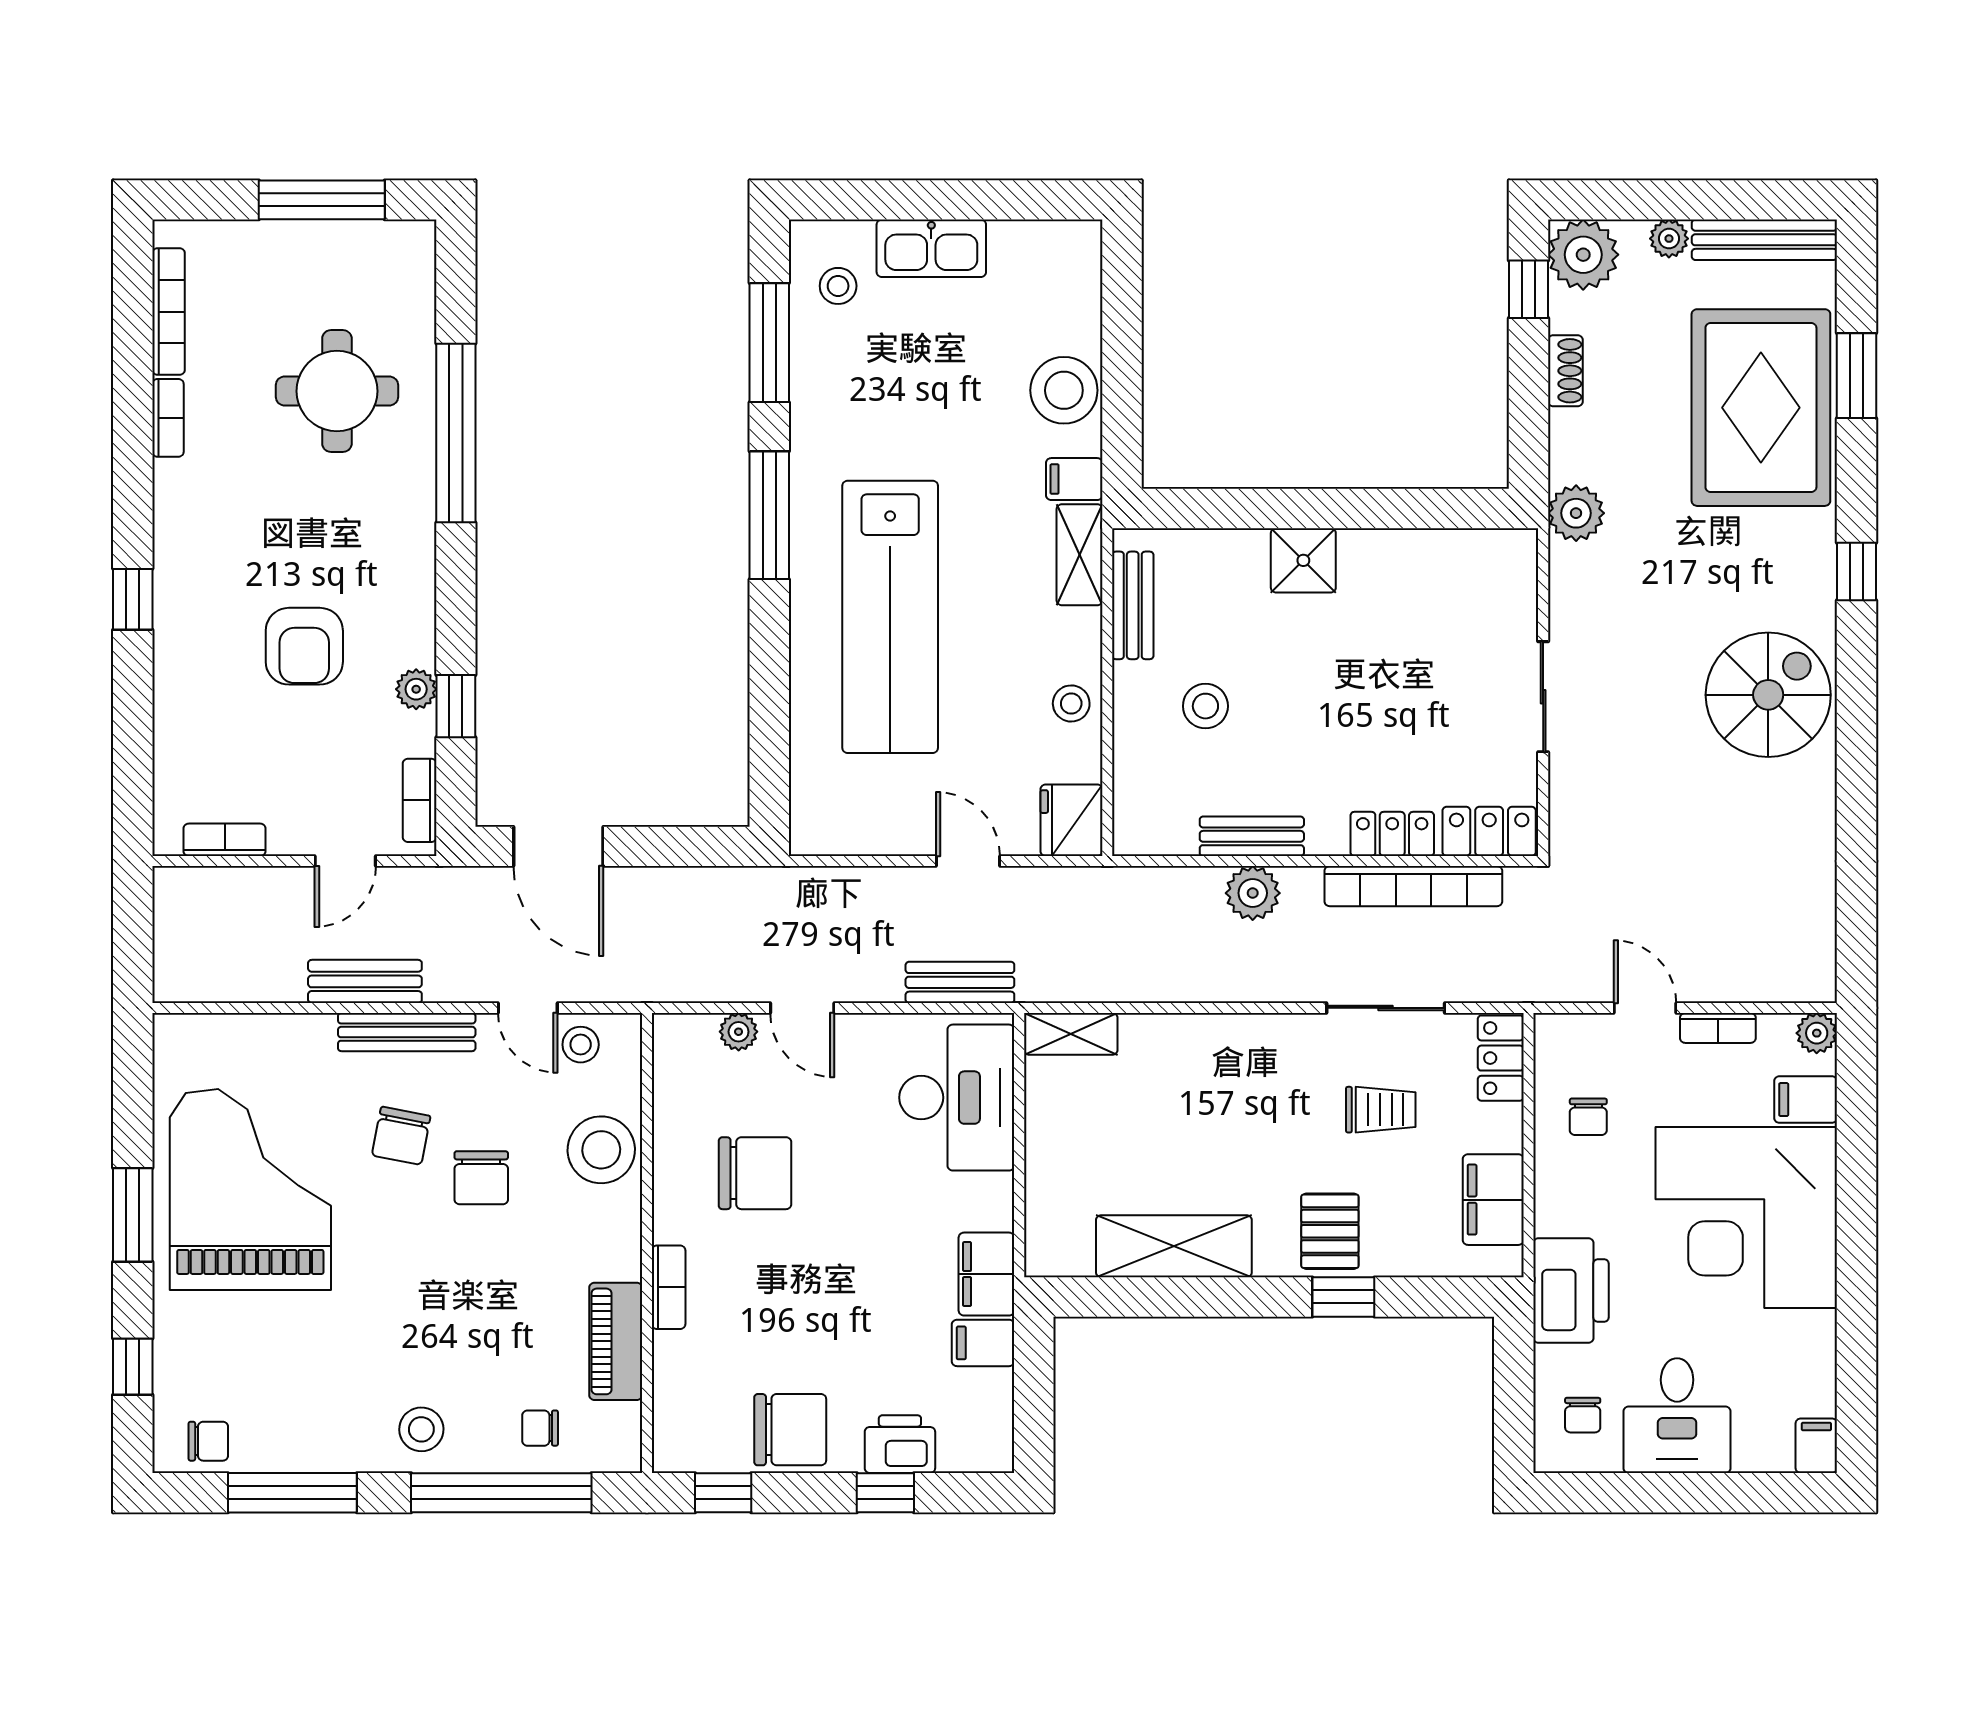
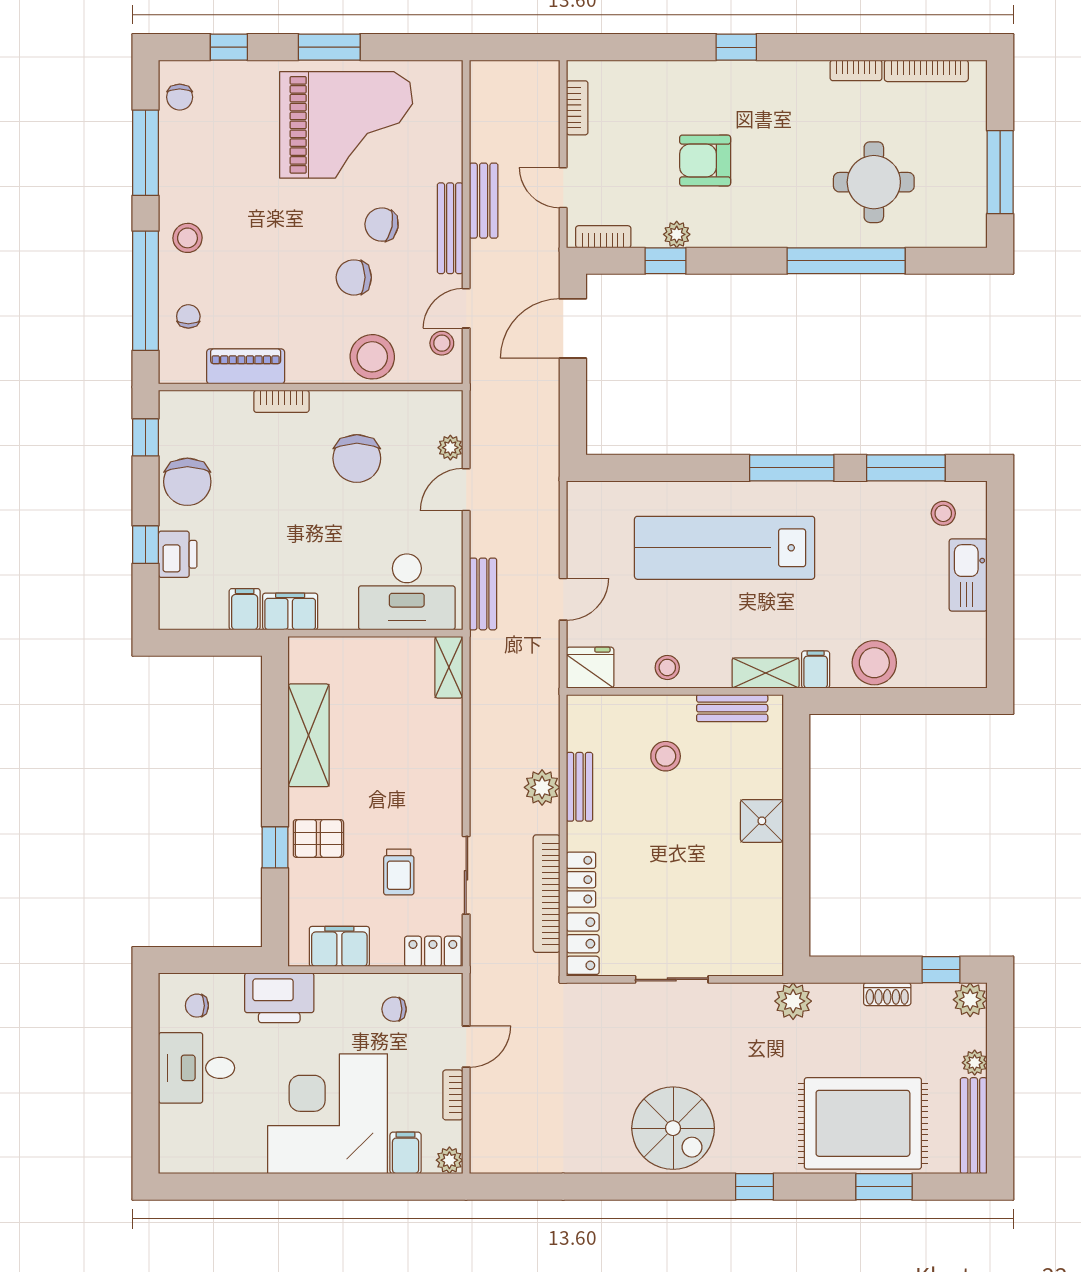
plant: (1583, 255) -> (970, 1000), width x0.73, depth x0.73
filing cabinet: (1816, 1446) -> (177, 1160), removed

